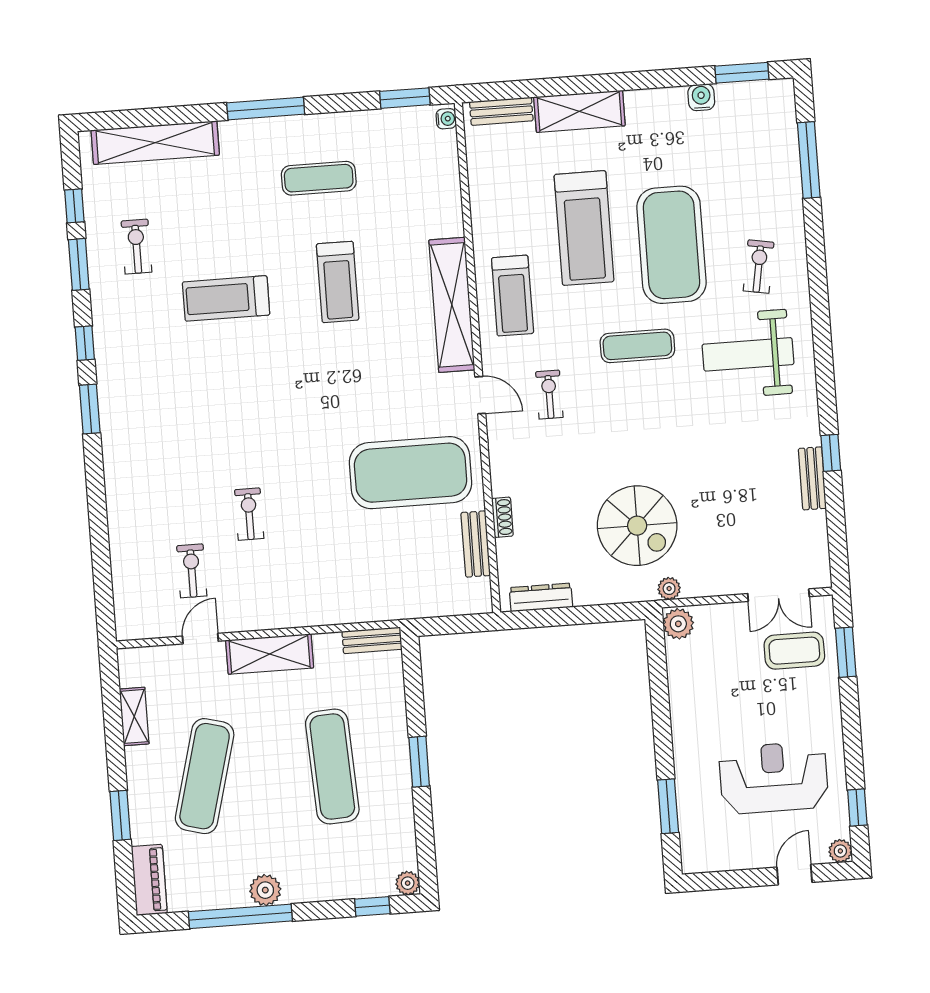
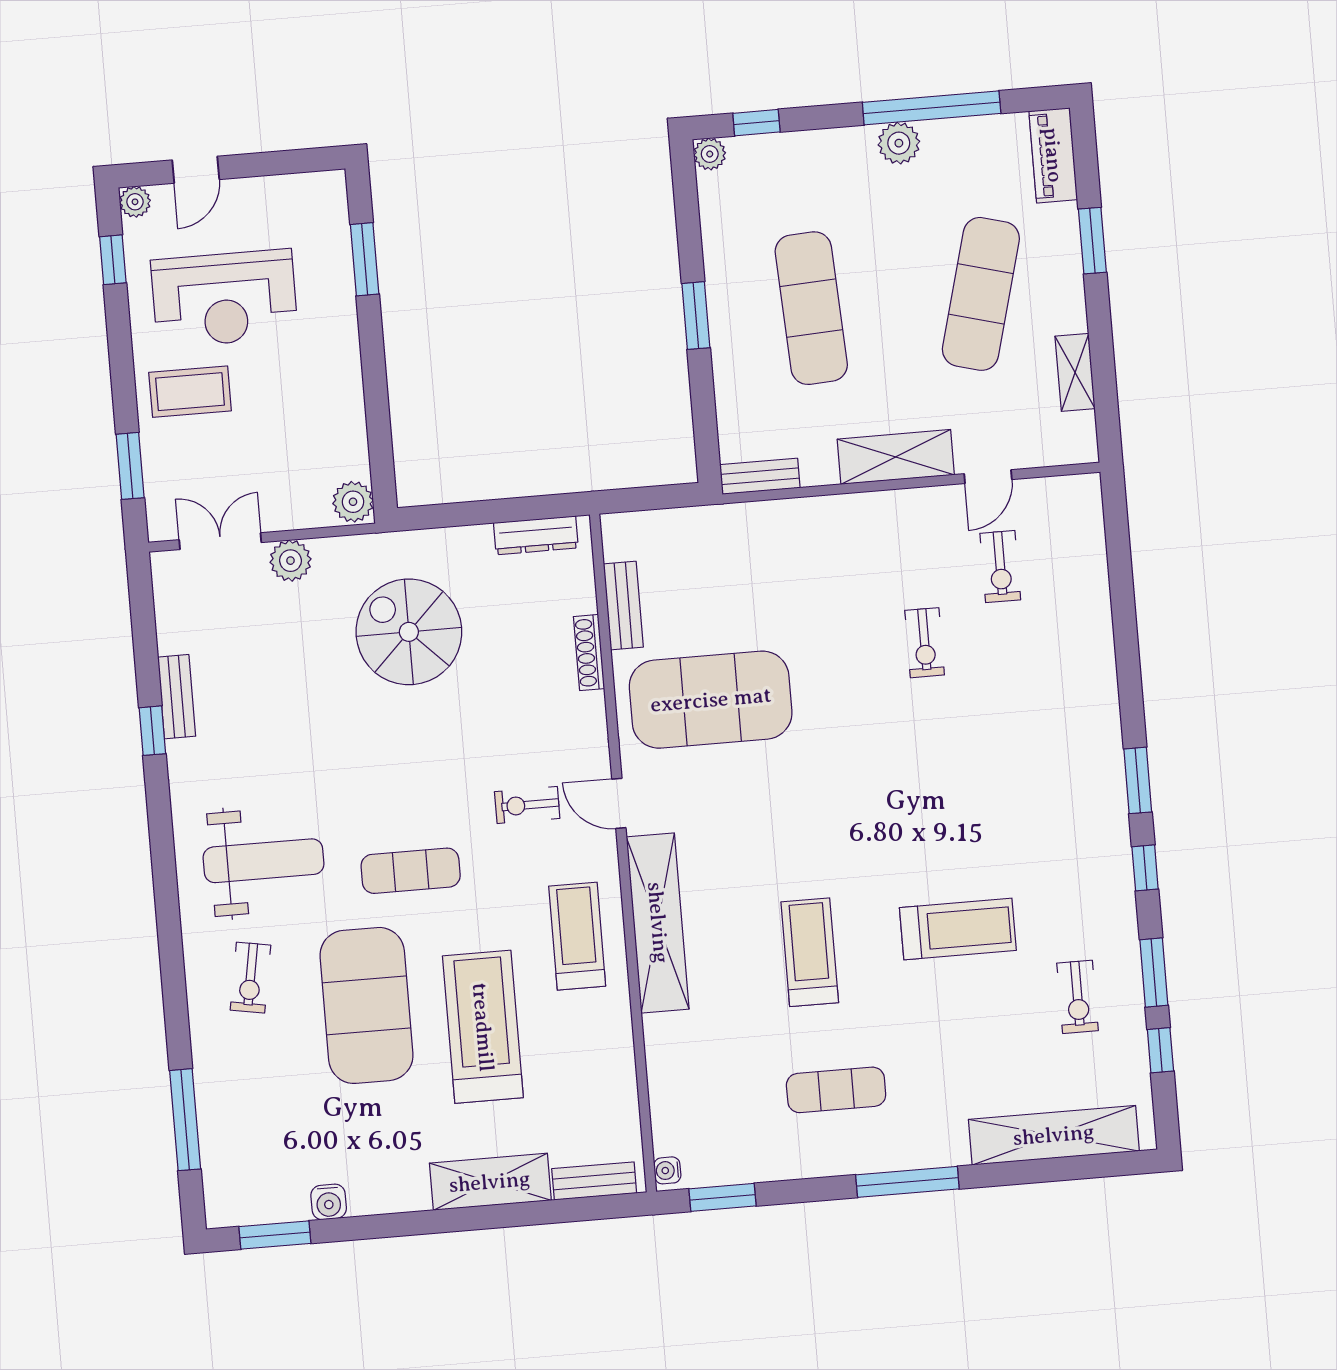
exercise bike: (549, 395) -> (527, 805), turned 90
shoe rack: (502, 517) -> (589, 653), width x1.43
plant: (669, 589) -> (291, 561), moved, width x1.38, depth x1.38
coffee table: (794, 651) -> (190, 392), moved

